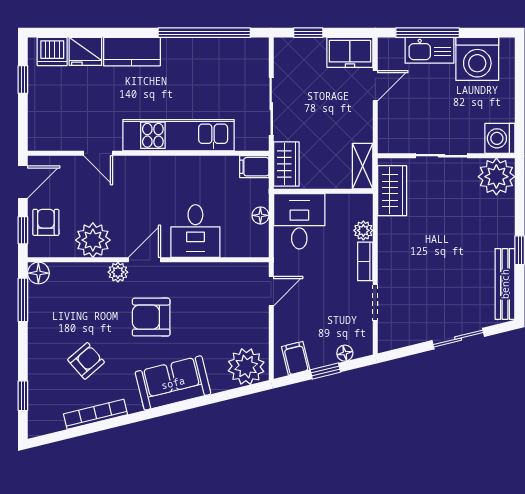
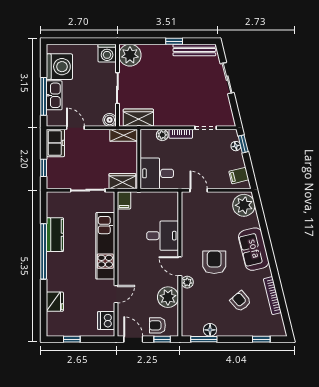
window: (204, 33) -> (44, 251), moved
dishwasher: (52, 52) -> (106, 320), moved, turned 180
kitchen counter: (132, 52) -> (55, 235), moved
boiler: (388, 143) -> (110, 120), added
floor lamp: (260, 215) -> (153, 197), removed
floor lamp: (38, 273) -> (210, 330), moved
armchair: (151, 317) -> (214, 262), turned 180
window: (325, 371) -> (243, 144), moved

